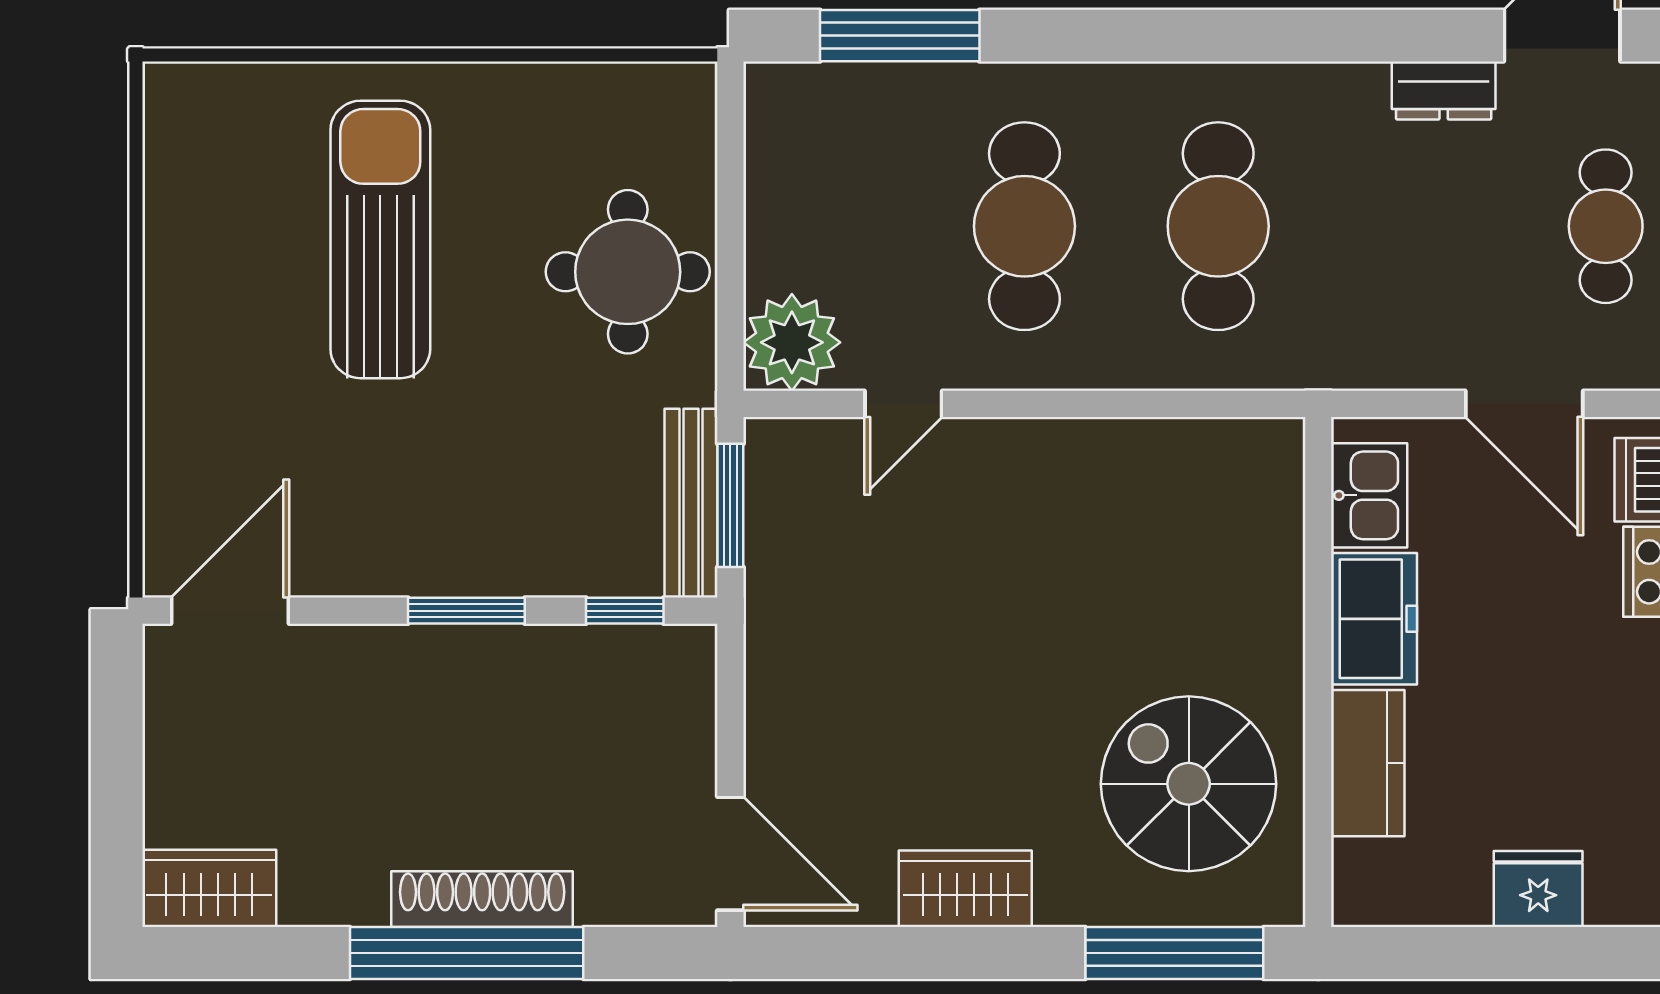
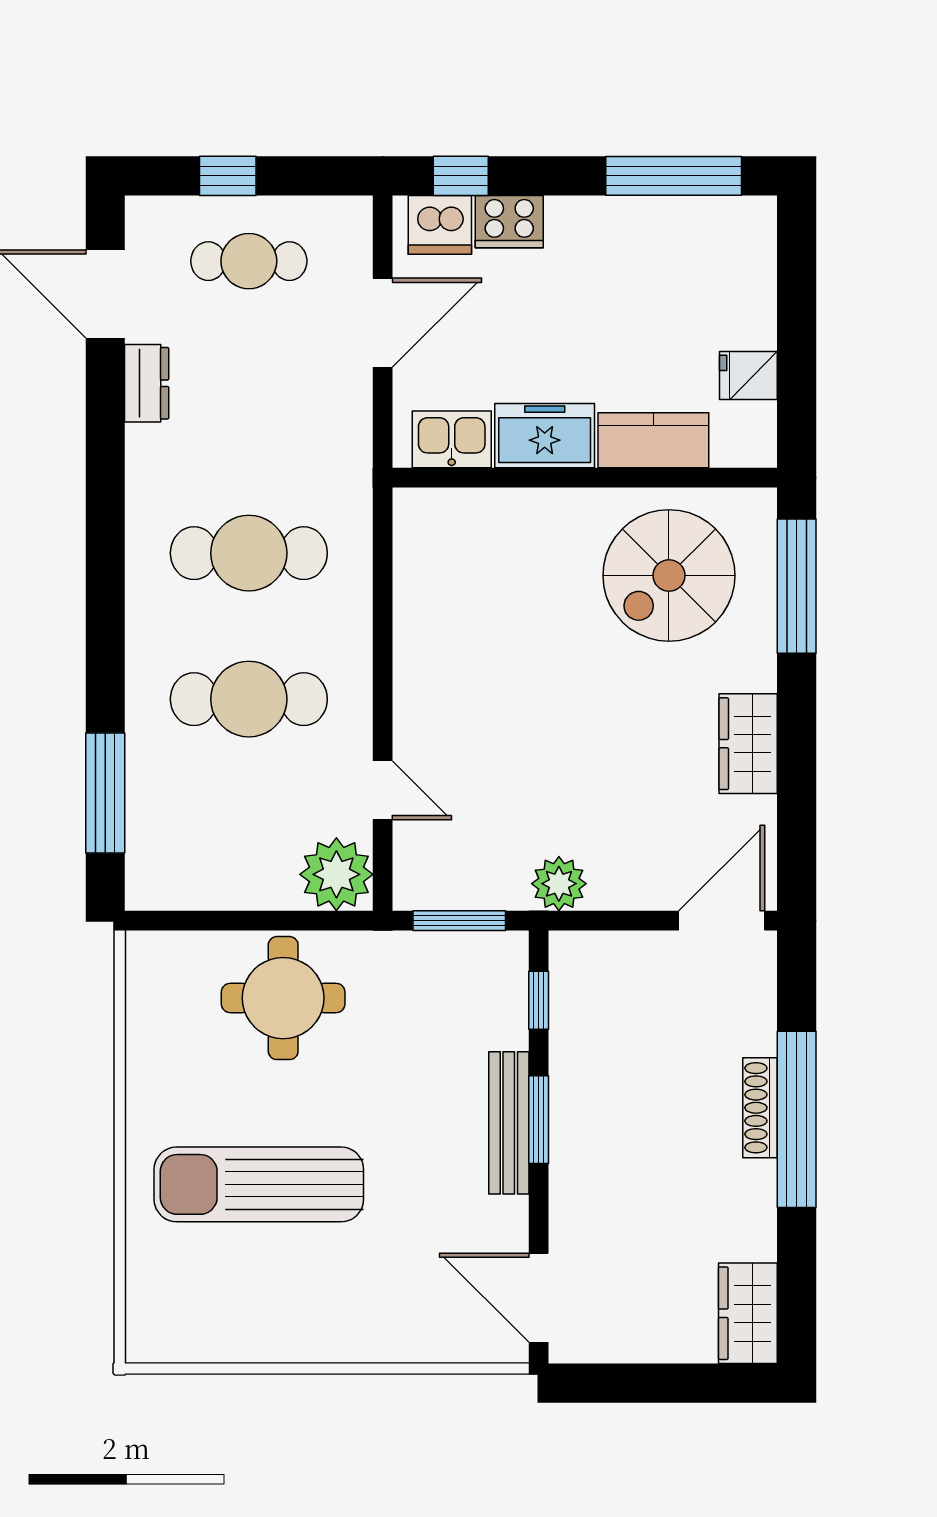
bench: (691, 503) -> (509, 1123), moved, turned 90
plant: (779, 638) -> (559, 884), added
fridge: (1538, 889) -> (748, 375), moved, width x0.72
shoe rack: (482, 899) -> (760, 1108), width x0.74, depth x0.81

